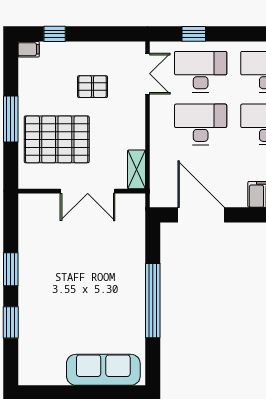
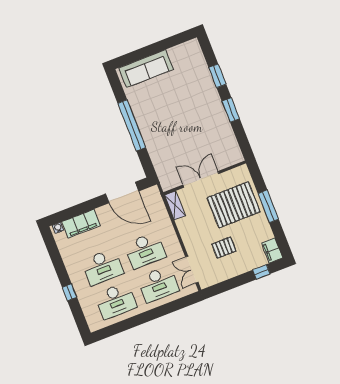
window: (194, 34) -> (172, 307), removed
filing cabinet: (29, 49) -> (272, 250), width x2.00

